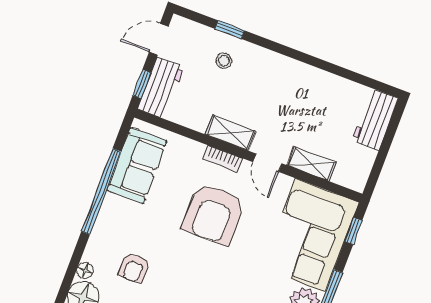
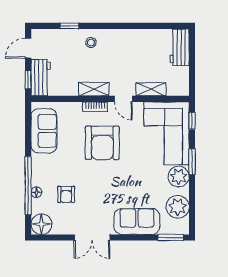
stool: (224, 61) -> (91, 42), moved
window: (101, 192) -> (28, 186), moved
floor lamp: (85, 270) -> (36, 192), moved

